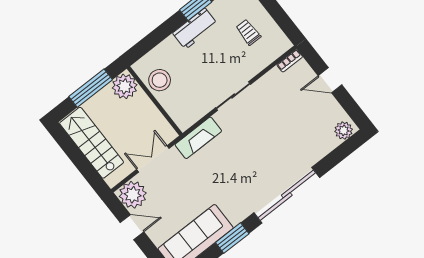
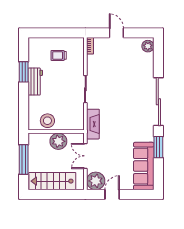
door: (330, 80) -> (116, 33), swing flipped
plant: (125, 86) -> (58, 141), moved

